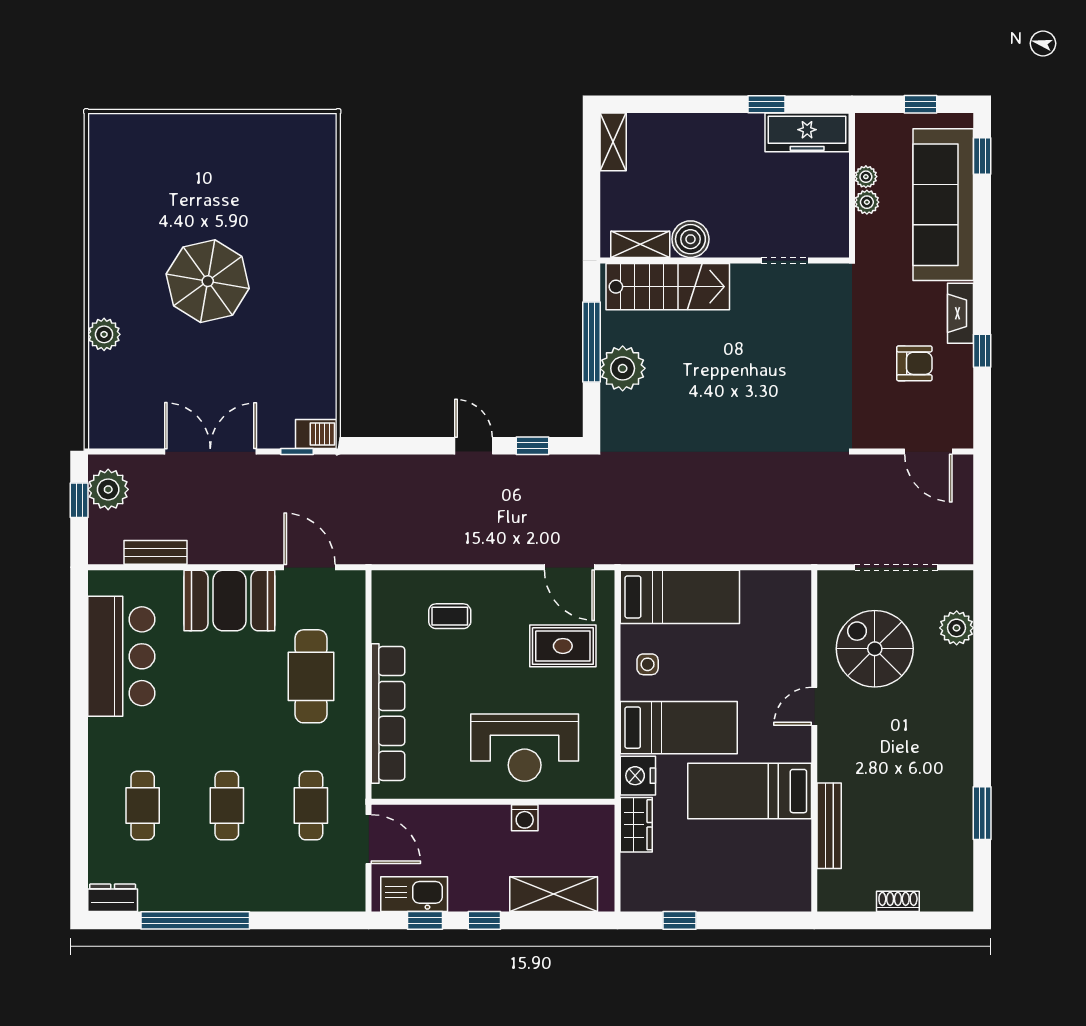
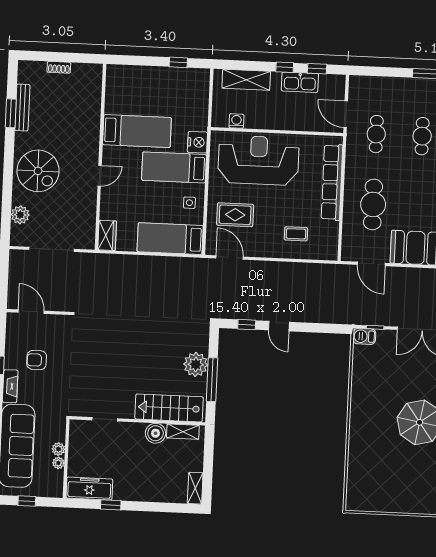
spiral stairs: (875, 649) -> (38, 171), moved
reception desk: (525, 748) -> (258, 160), width x1.36, depth x1.30
washing machine: (525, 818) -> (236, 121), moved
wardrobe: (636, 825) -> (107, 235), moved, turned 180
bench: (829, 826) -> (22, 107), moved
kitchen sink: (414, 894) -> (300, 82), moved

